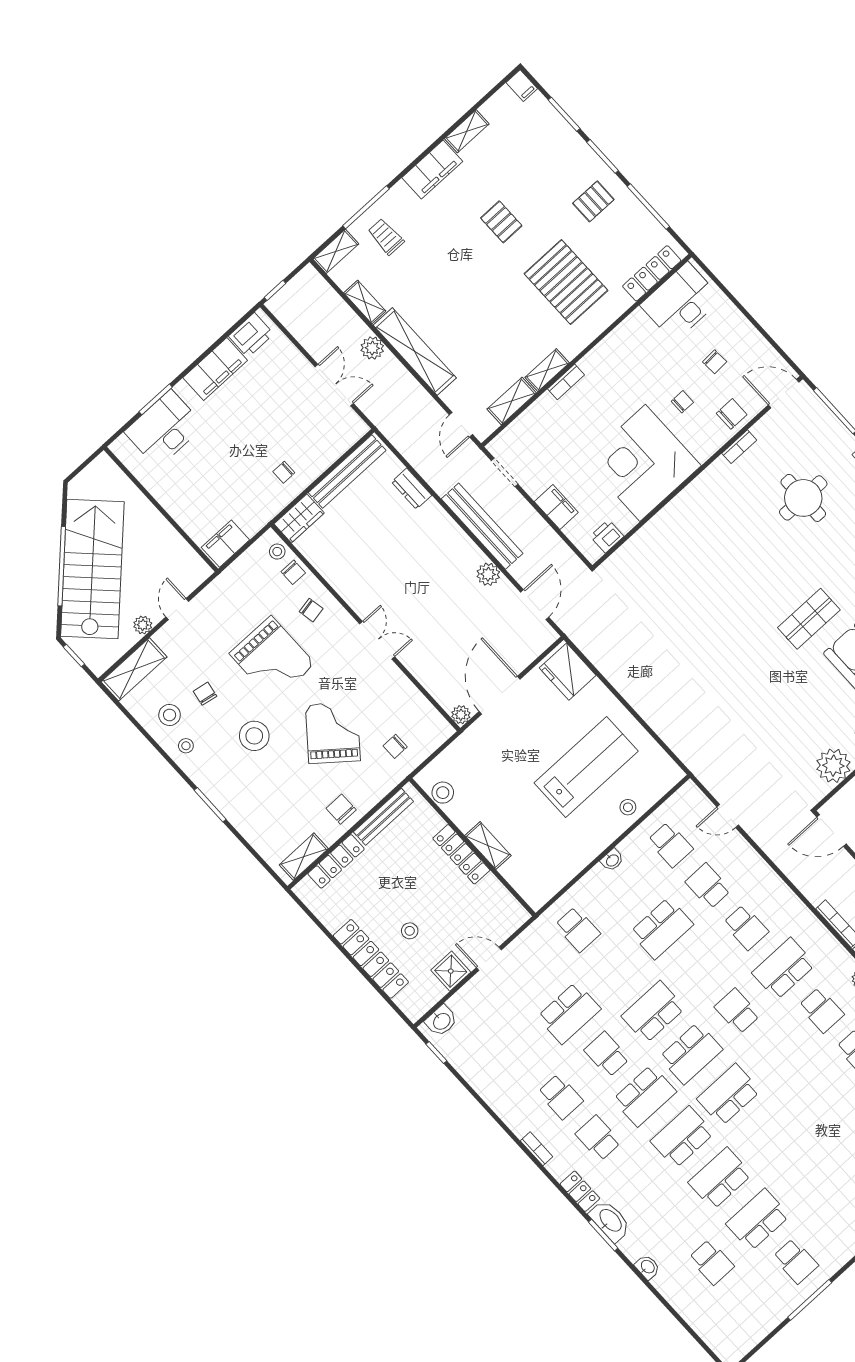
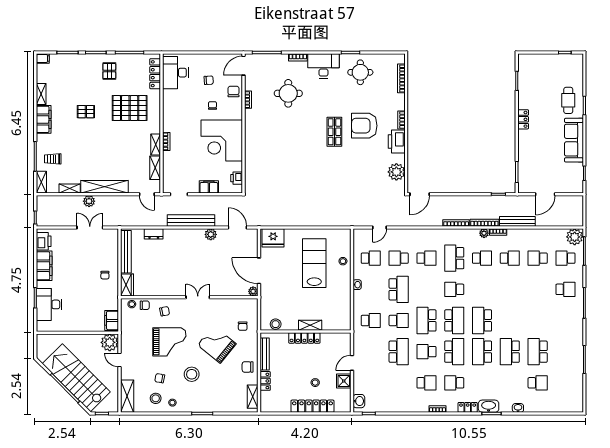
plant: (143, 625) -> (110, 342), moved, width x1.88, depth x1.88
locker: (336, 861) -> (265, 381), width x0.66
school desk: (796, 1261) -> (399, 320), moved

